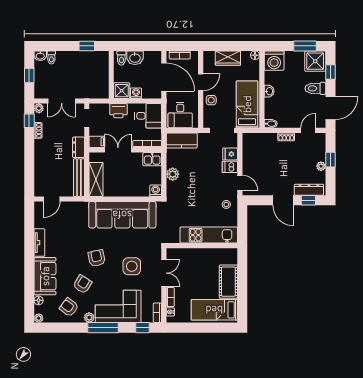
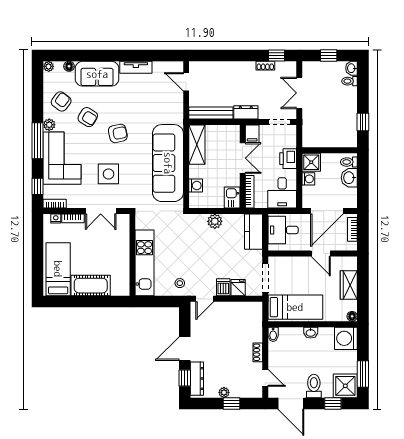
side table: (211, 100) -> (300, 266), removed
plant: (39, 108) -> (291, 67), removed
shelving: (96, 179) -> (197, 145), moved, turned 90
washing machine: (156, 191) -> (196, 186), moved

